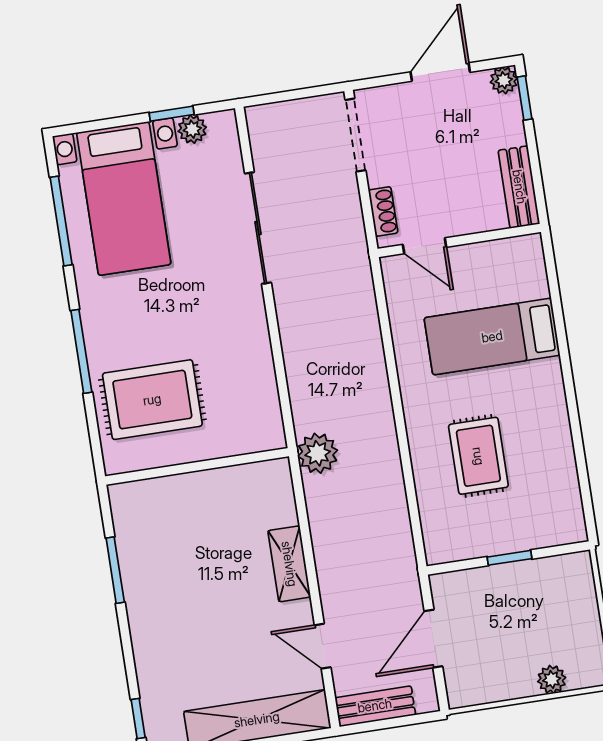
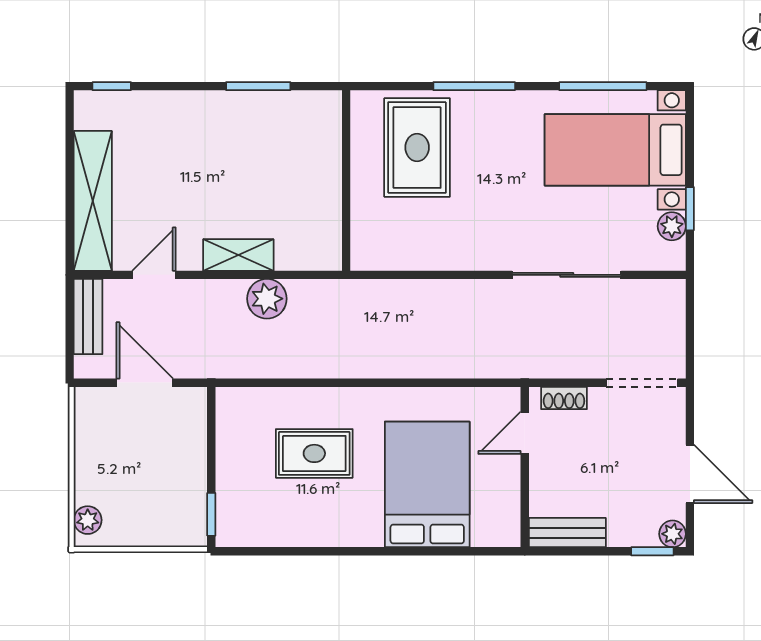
bed: (492, 337) -> (427, 484), width x1.50
plant: (318, 453) -> (267, 299), moved
window: (510, 558) -> (211, 514), moved
plant: (552, 679) -> (88, 520), moved

